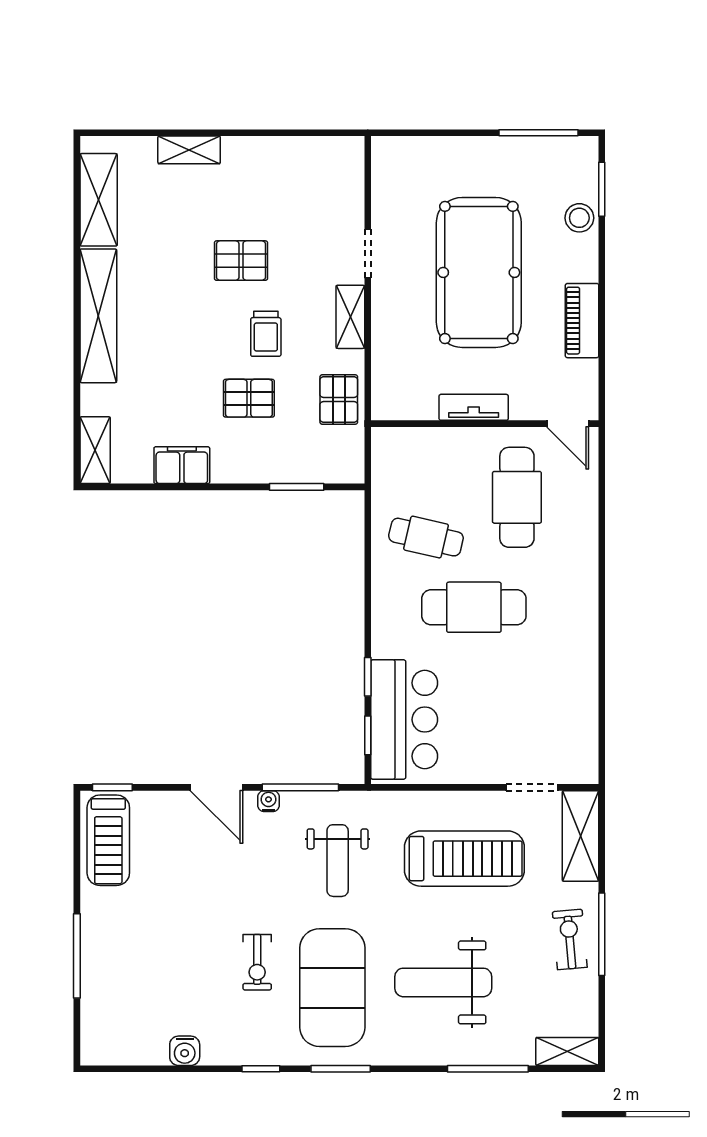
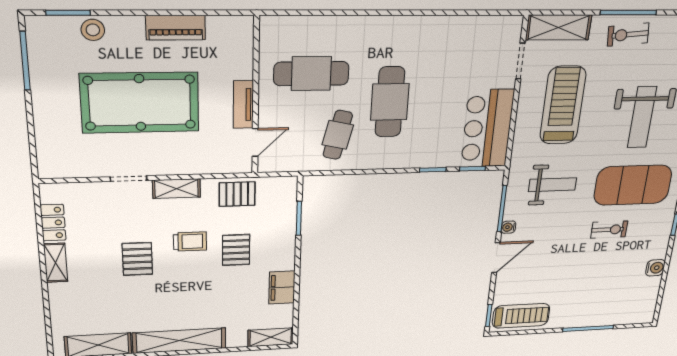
shelving: (189, 150) -> (56, 263), moved
locker: (304, 151) -> (53, 223), added
door: (568, 424) -> (255, 142), moved
bar counter: (404, 720) -> (487, 128), moved, turned -90

